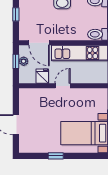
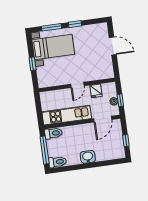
door: (39, 43) -> (103, 119), swing flipped
window: (83, 156) -> (52, 27), added

